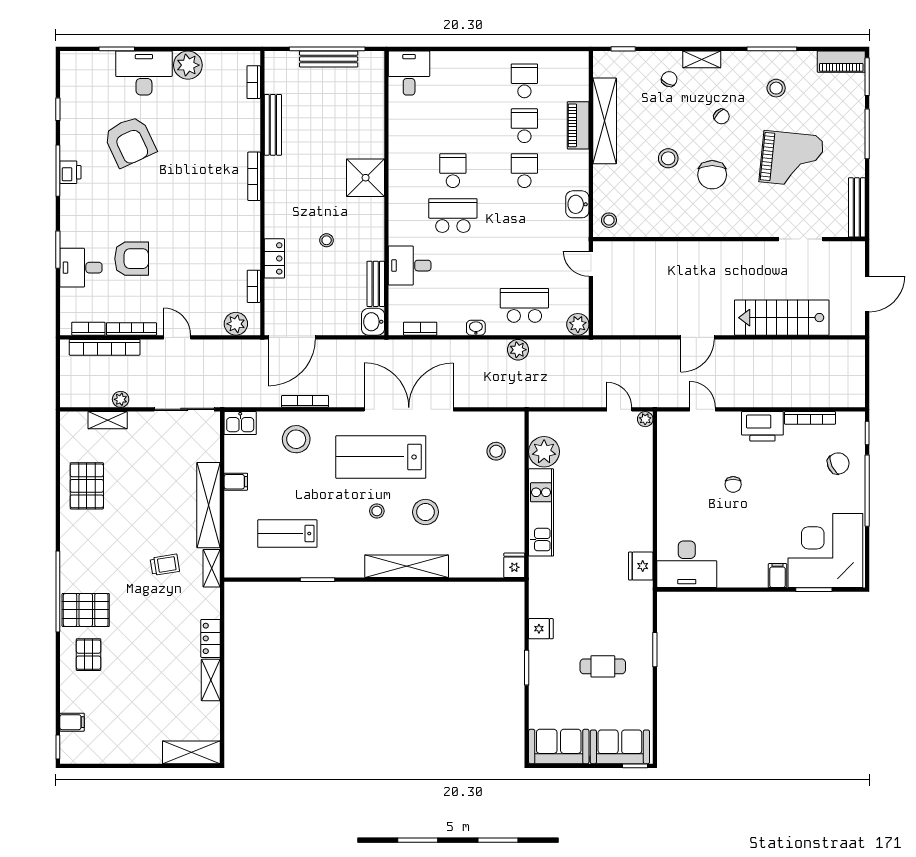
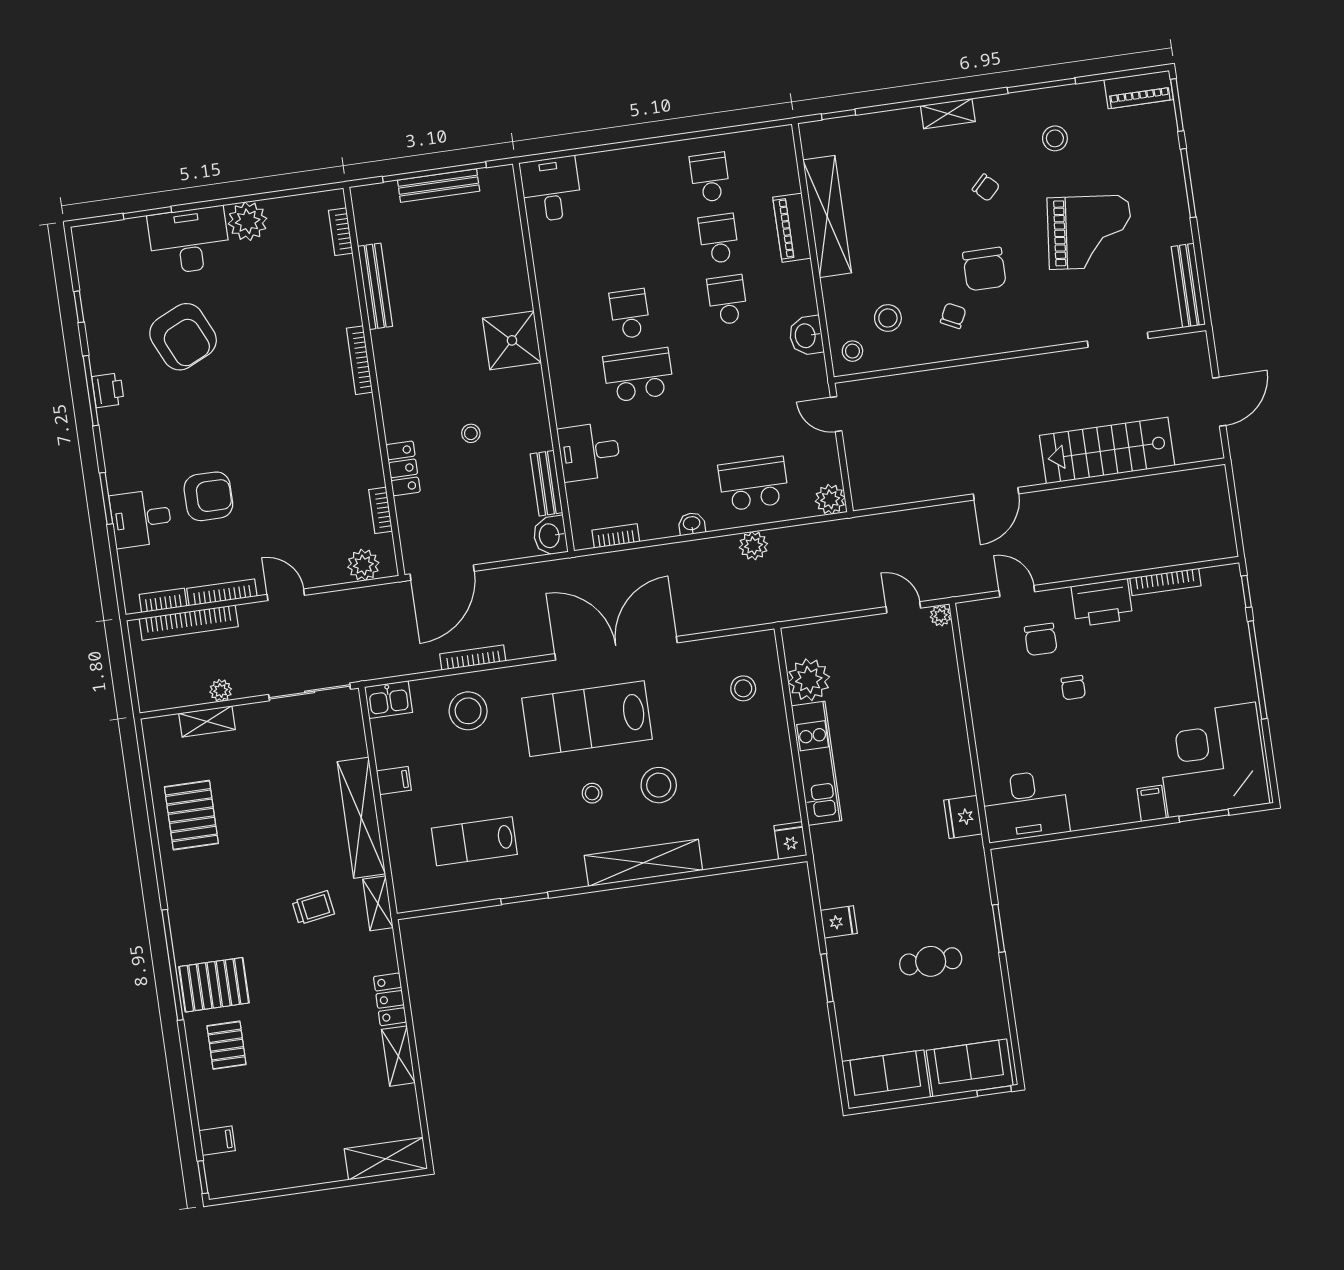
chair: (669, 79) -> (953, 316), moved
stool: (668, 158) -> (888, 318), moved
chair: (838, 463) -> (1041, 639), moved, turned 115

